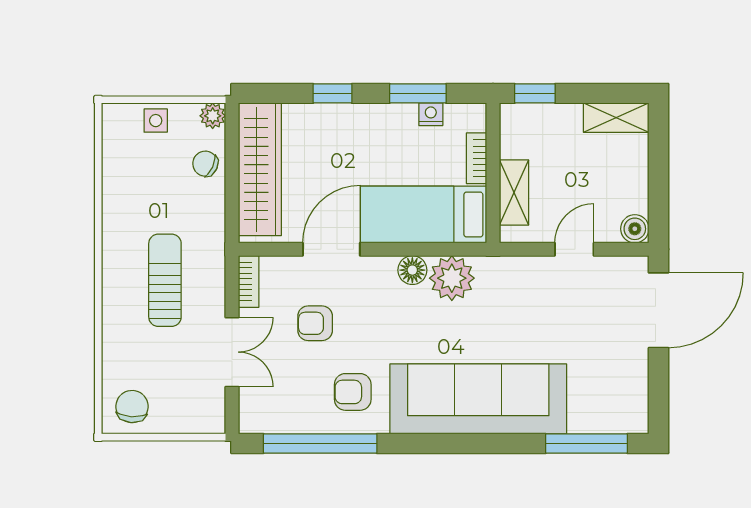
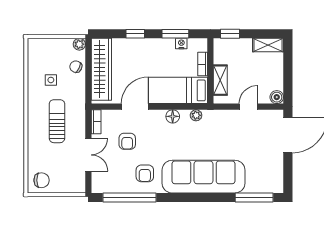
side table: (156, 121) -> (51, 80), moved
plant: (452, 278) -> (196, 115), width x0.53, depth x0.53
armchair: (315, 323) -> (127, 141), turned -90
armchair: (353, 392) -> (145, 173), turned -90
chair: (132, 407) -> (42, 180), turned 86

